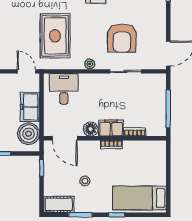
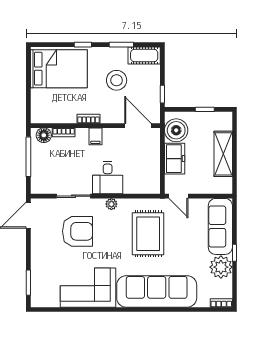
armchair: (122, 38) -> (78, 231), turned 90
desk: (64, 89) -> (108, 178), moved
filing cabinet: (111, 128) -> (95, 136), width x0.50
floor lamp: (91, 129) -> (44, 135), moved
stool: (85, 181) -> (117, 80), width x1.89, depth x1.89
bed: (139, 198) -> (59, 69), width x1.50

